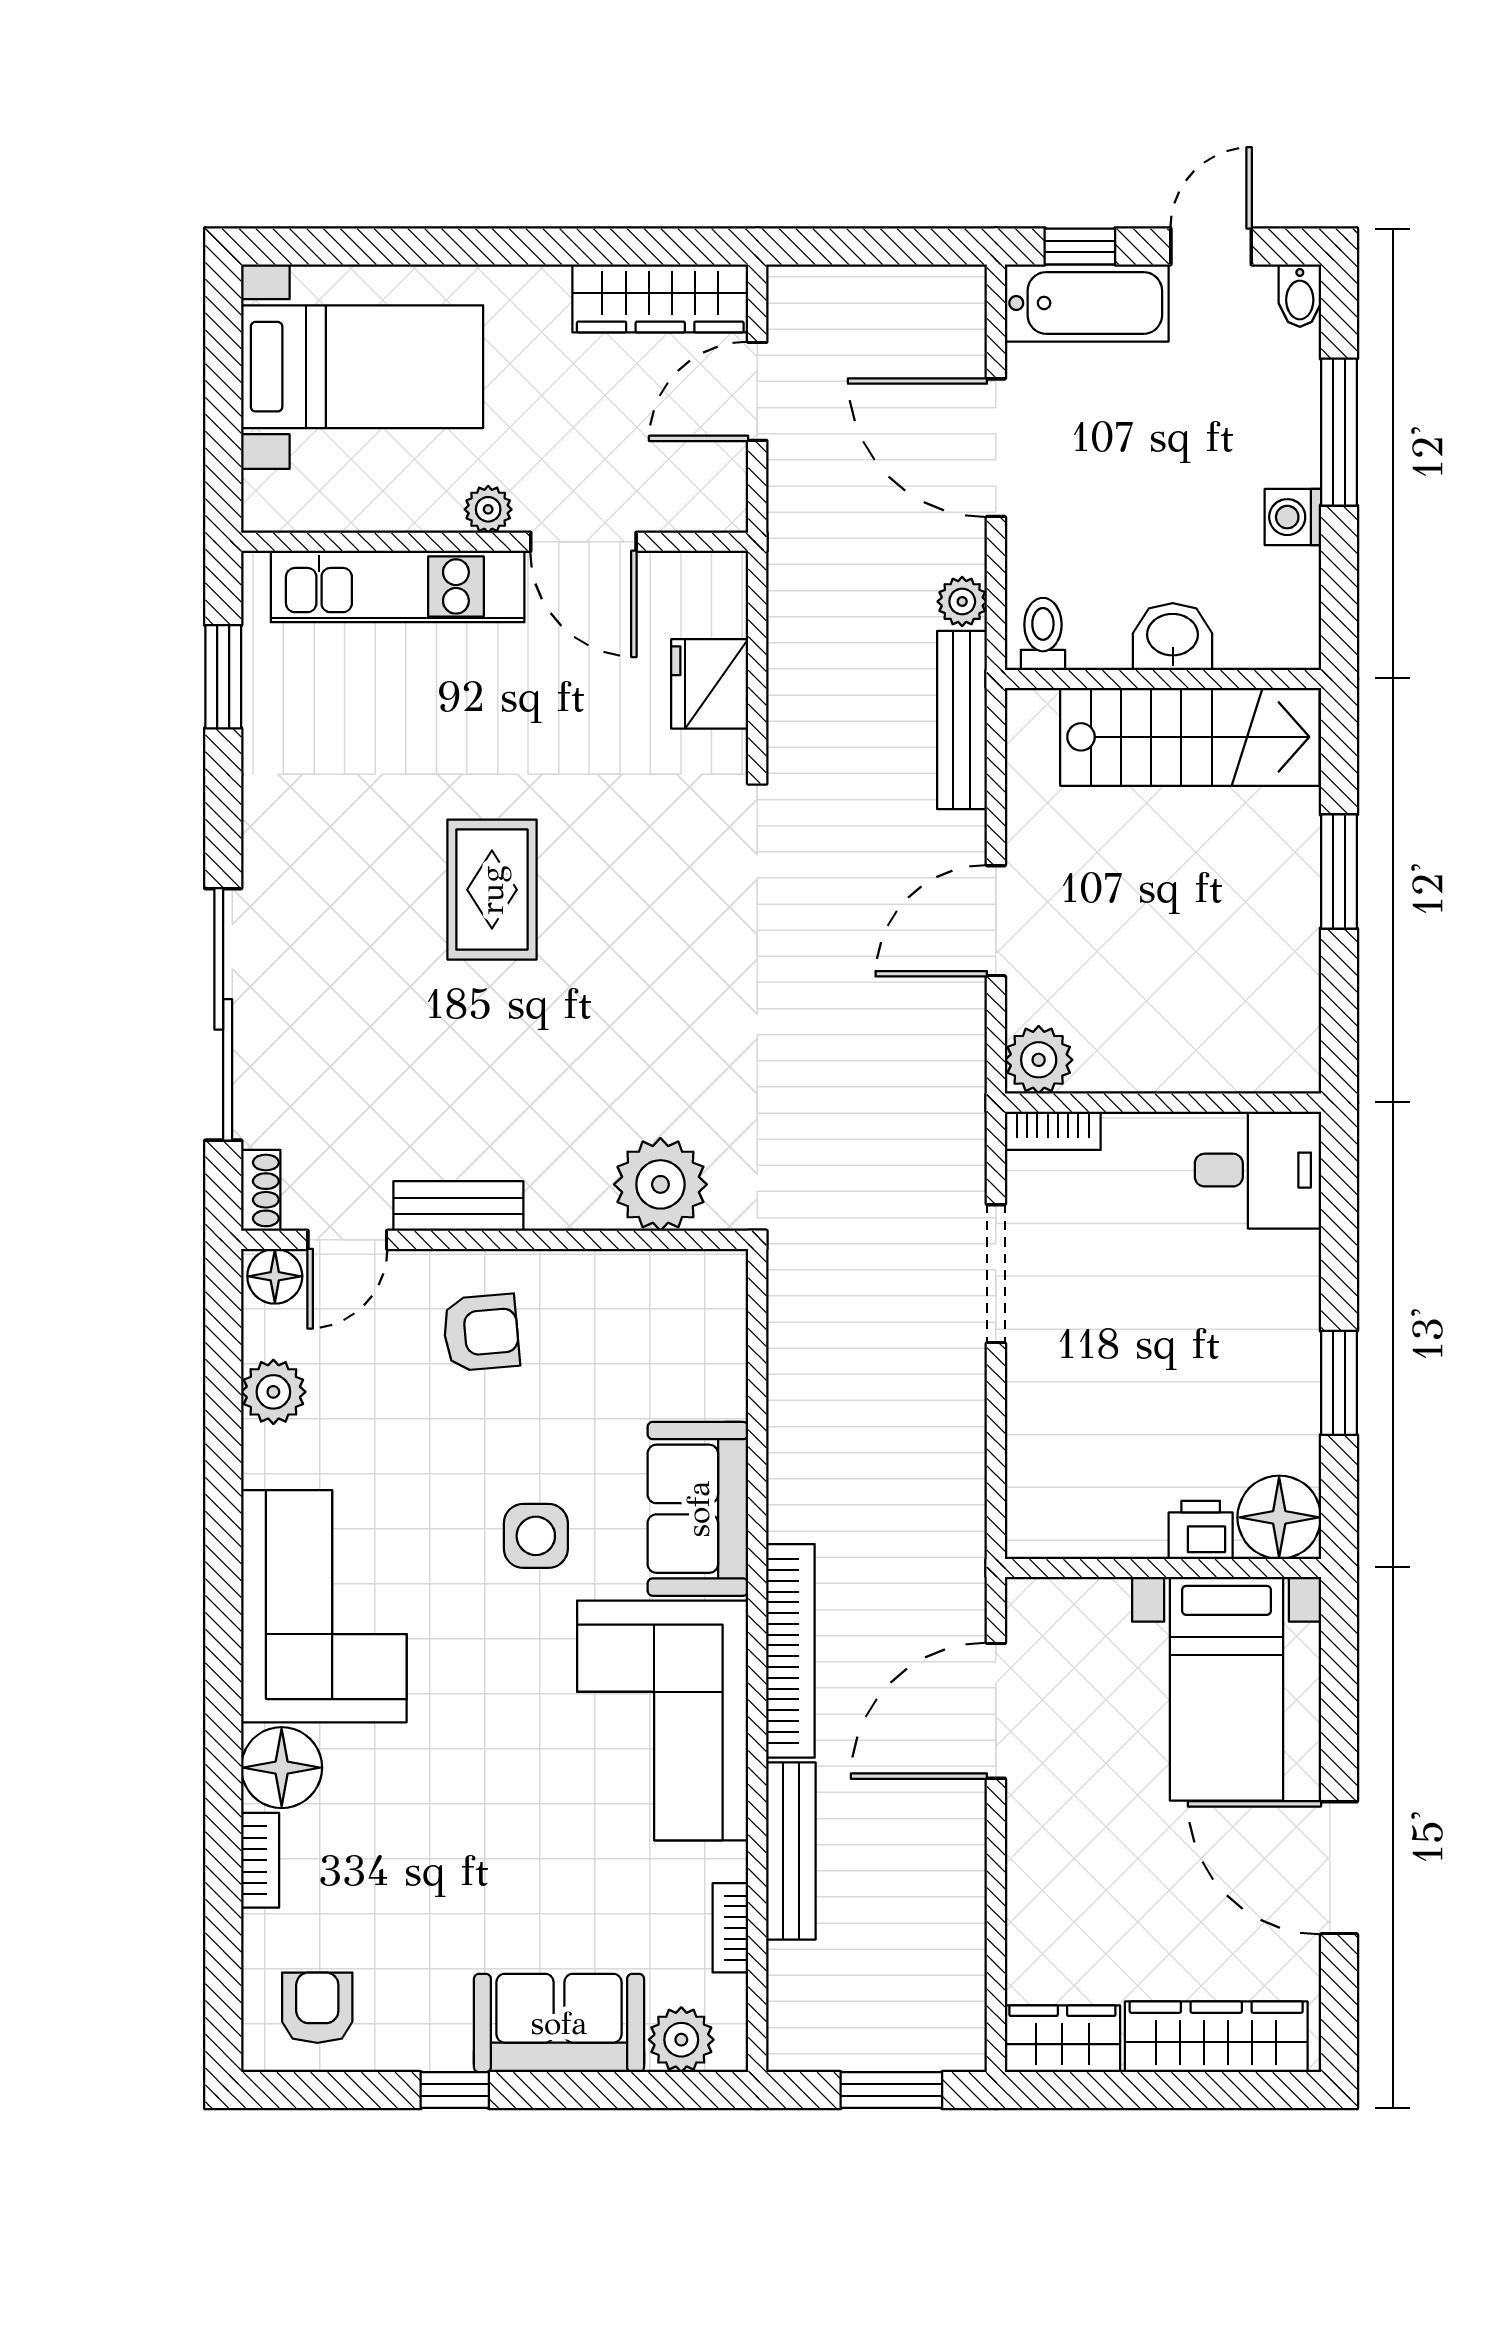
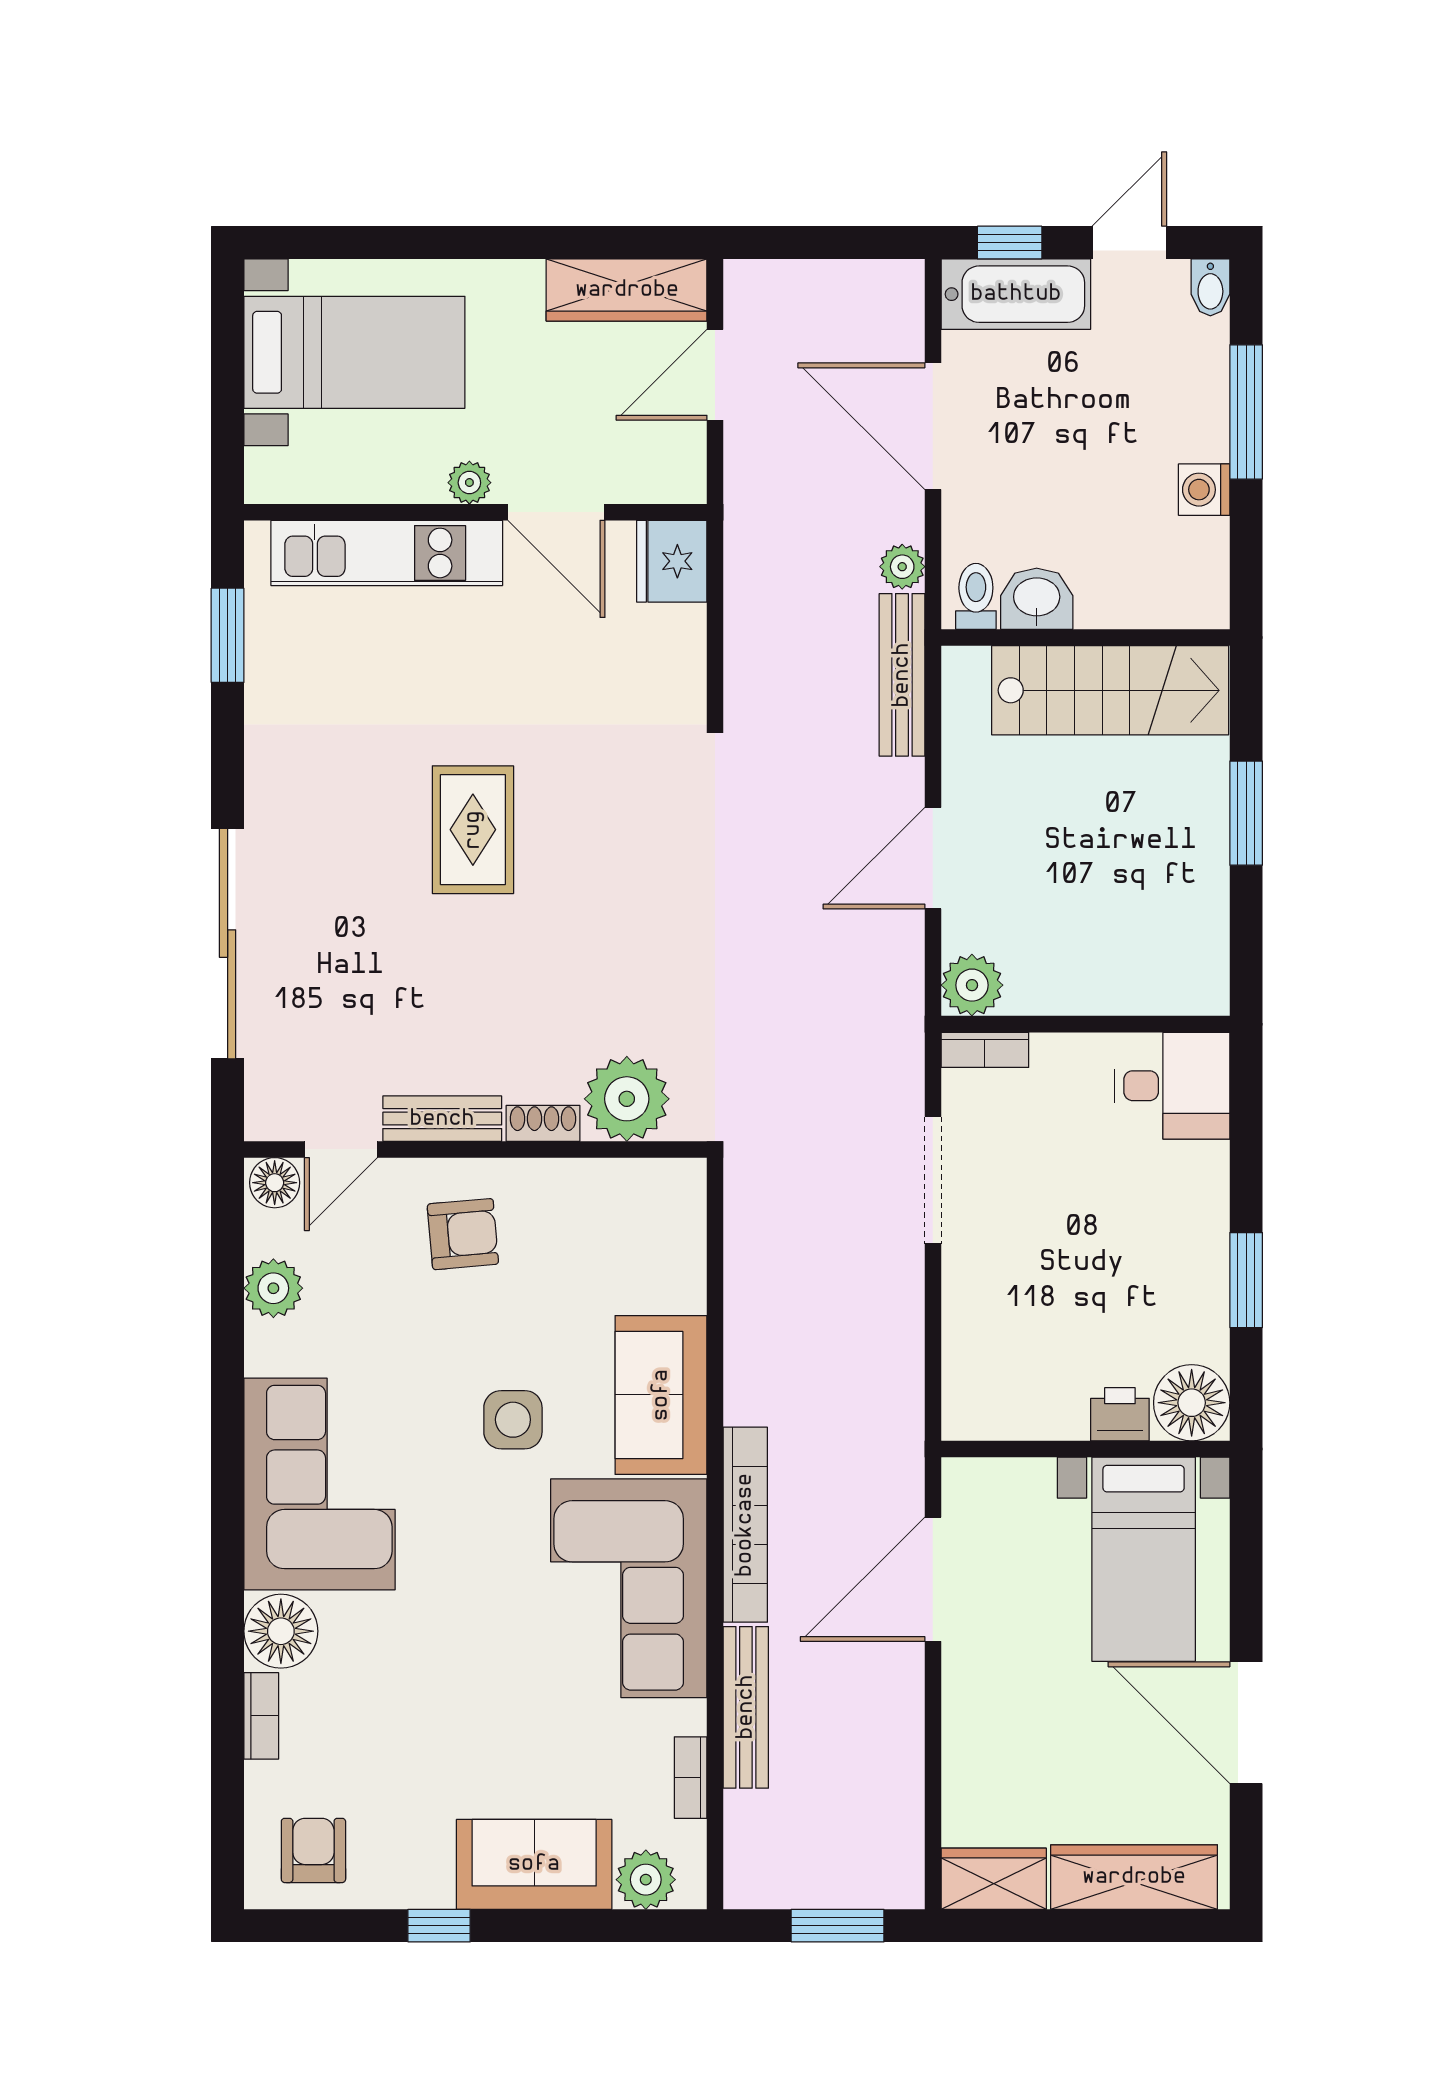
washbasin: (1173, 637) -> (1037, 599), moved
fridge: (710, 684) -> (672, 561), moved
shoe rack: (261, 1190) -> (543, 1123), moved, turned -90

